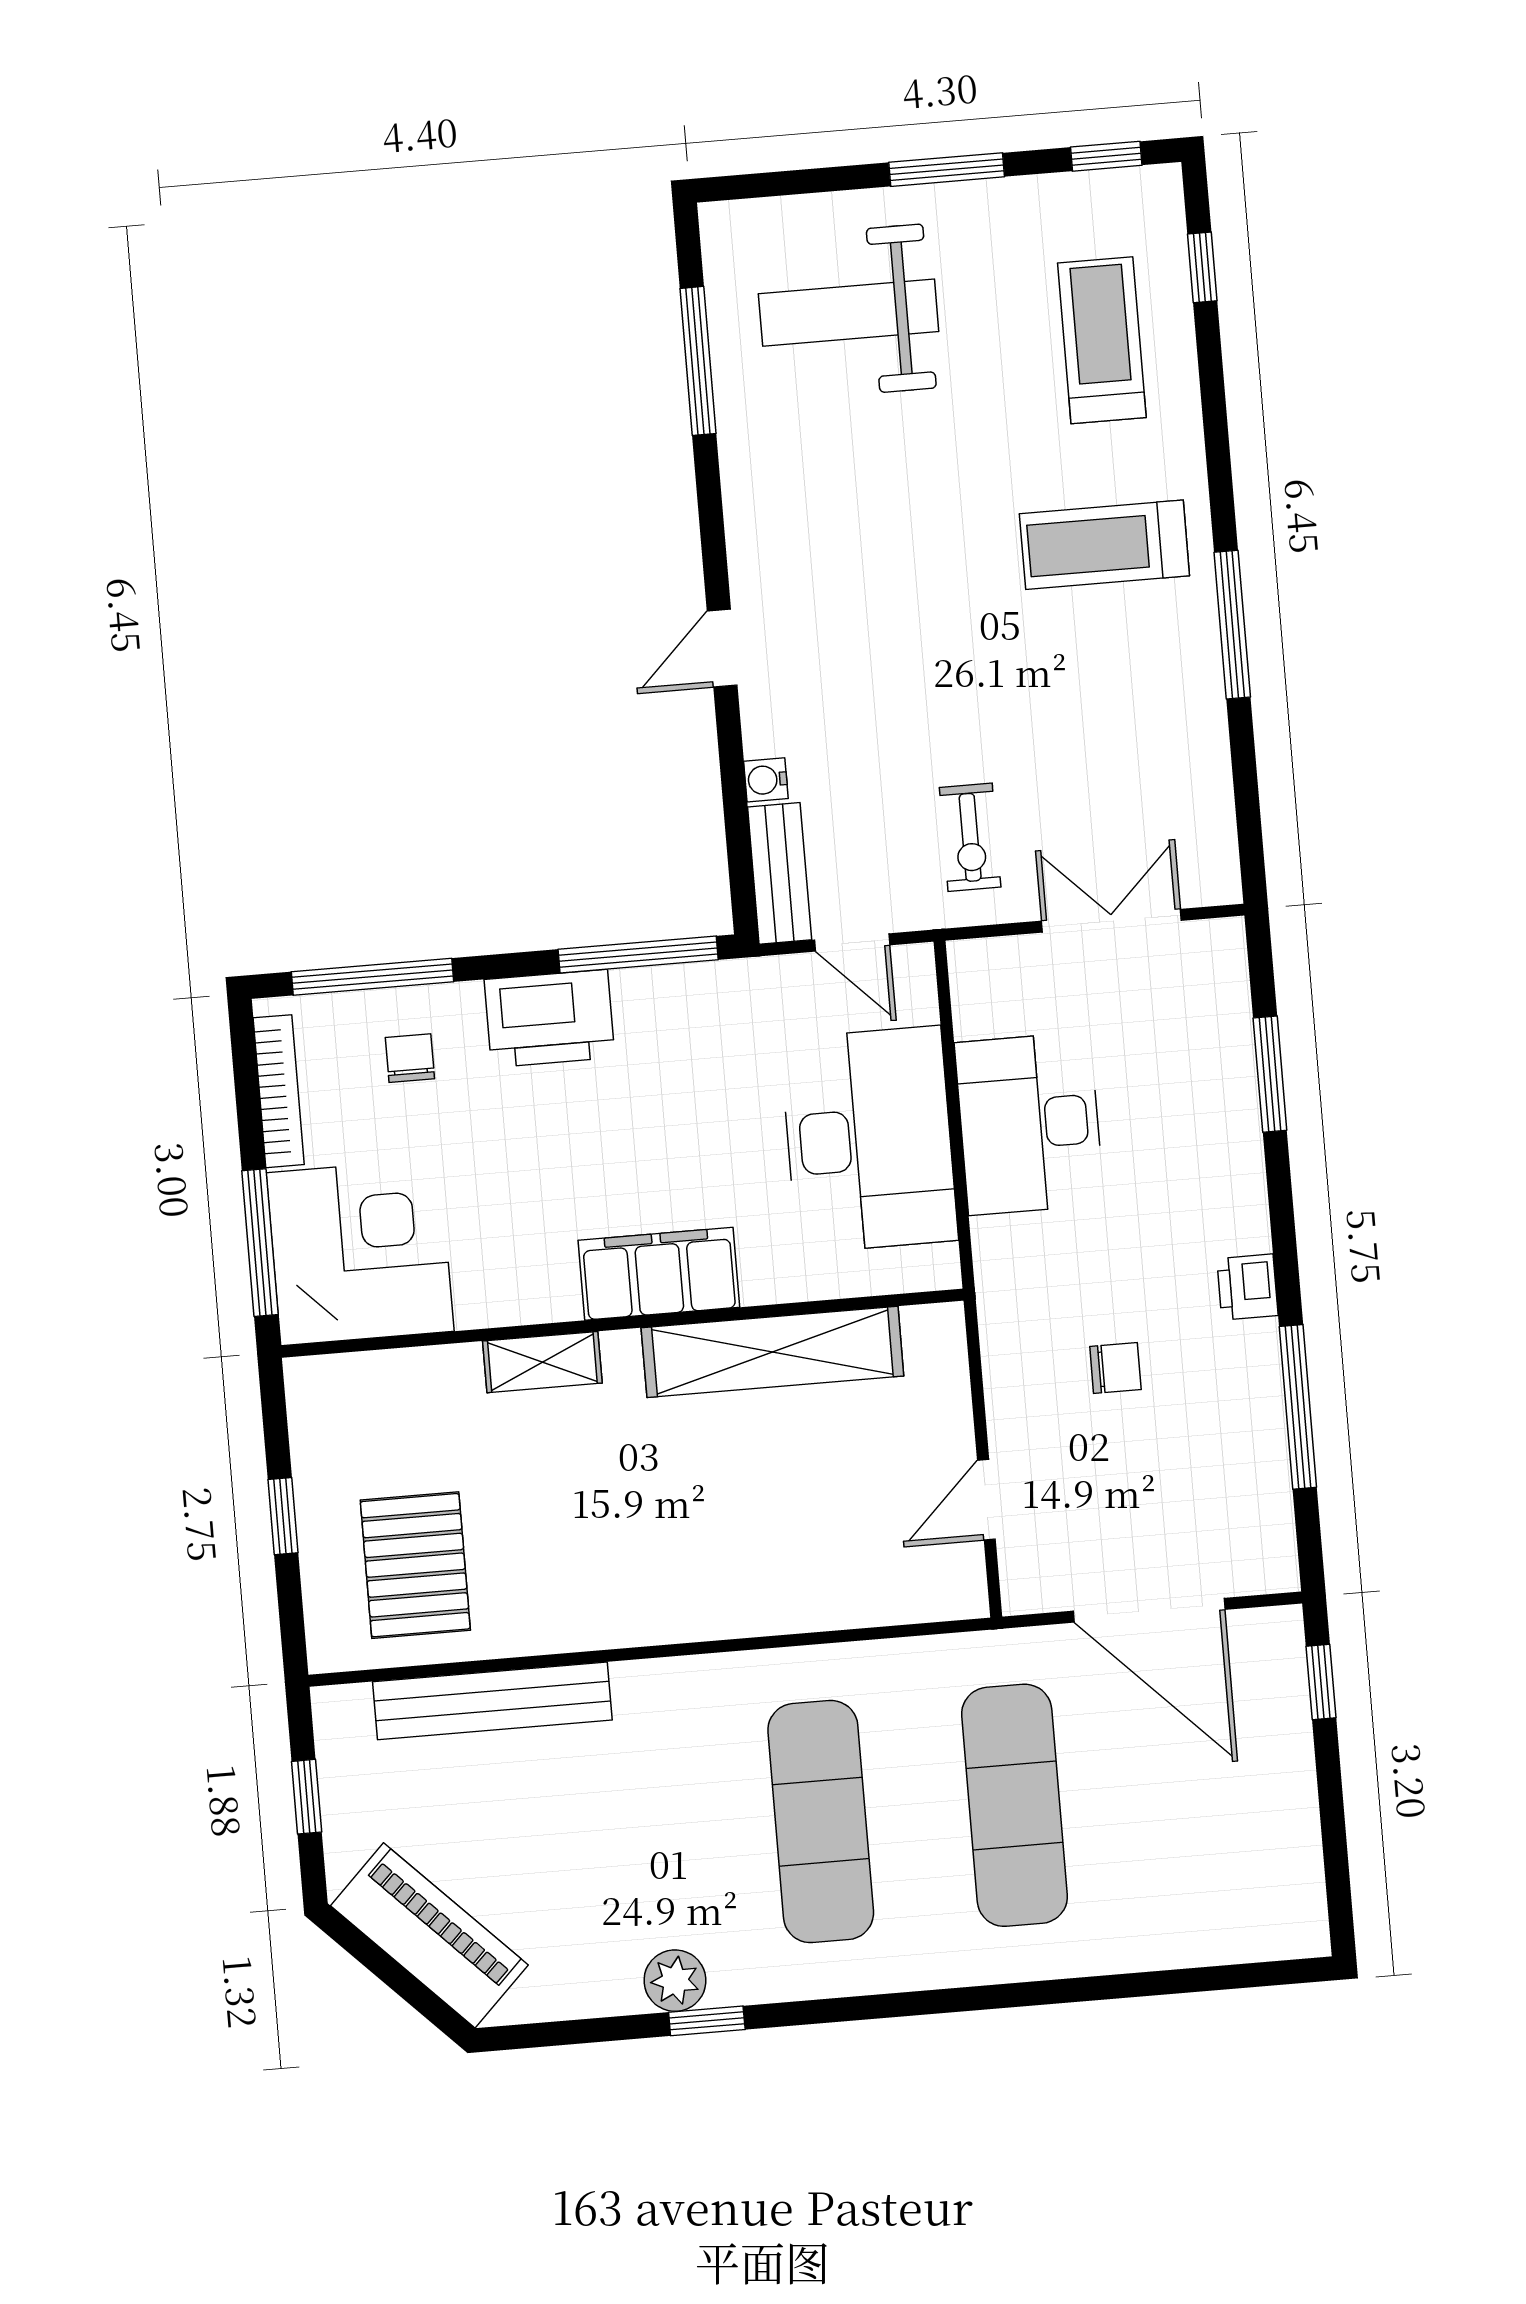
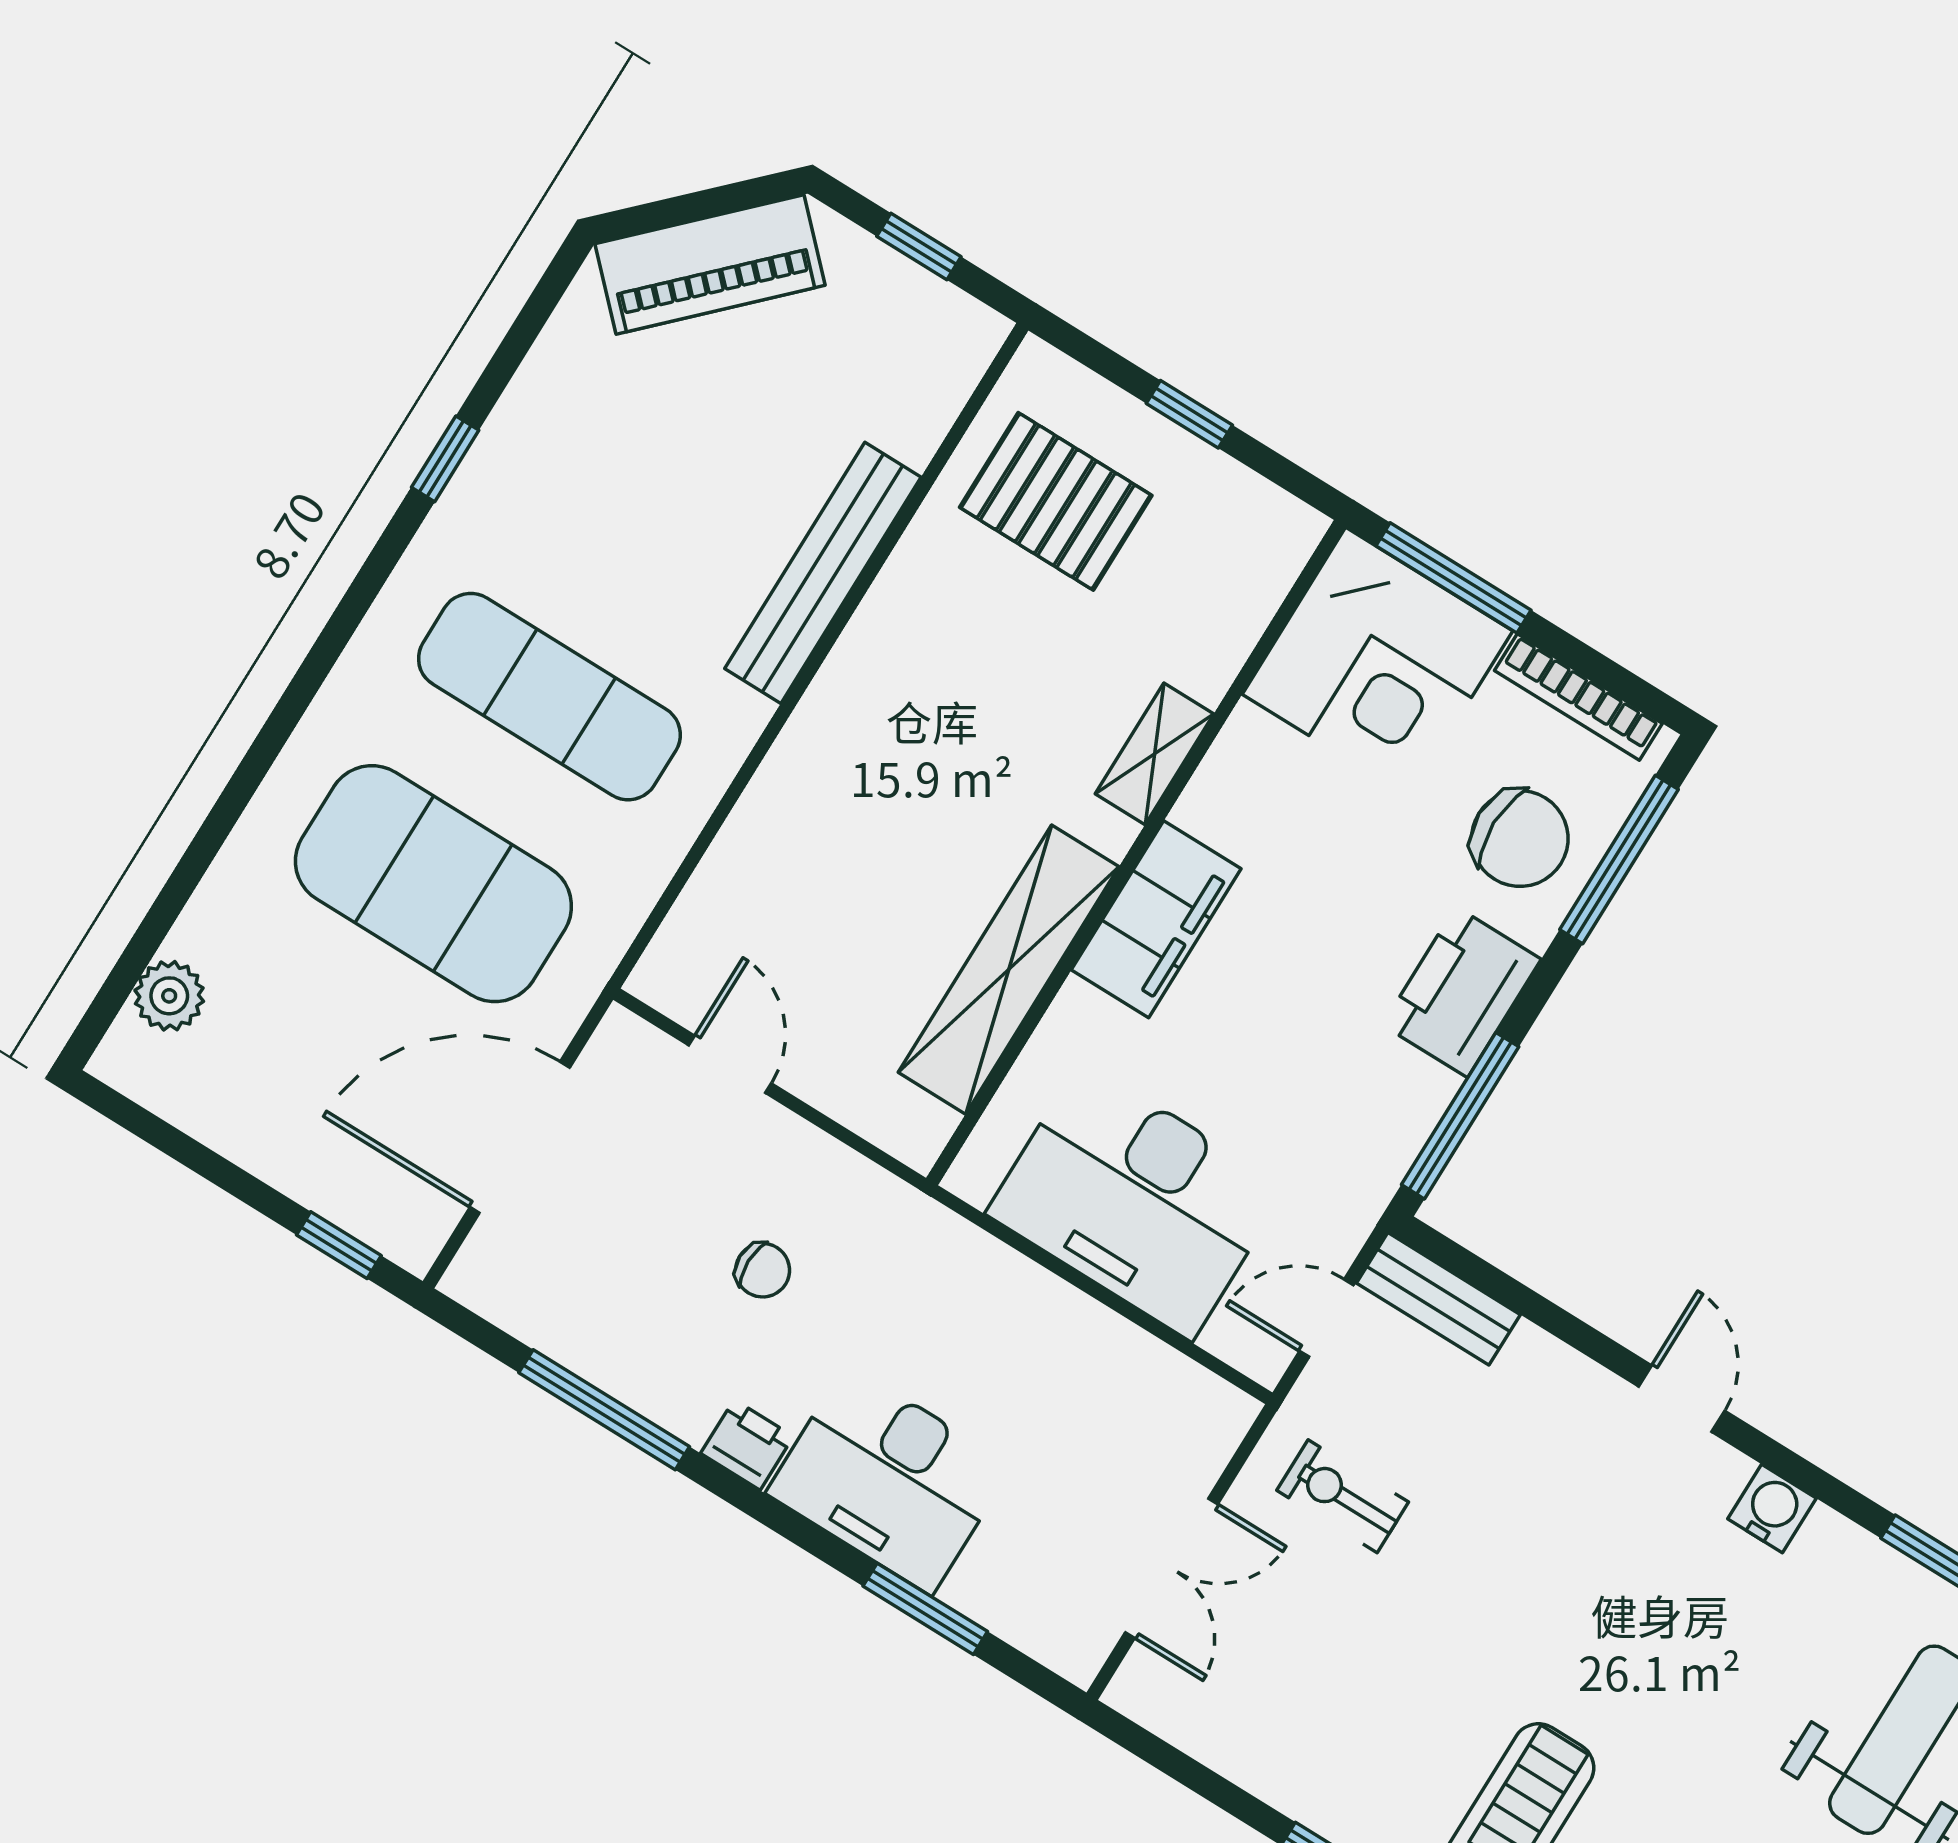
water cooler: (766, 780) -> (1772, 1509), moved, width x1.38, depth x1.38
chair: (410, 1058) -> (1520, 839), width x1.87, depth x1.87
desk: (1029, 1124) -> (889, 1479), moved, turned 180
chair: (1115, 1368) -> (763, 1270), turned -90
bench: (492, 1701) -> (823, 573), moved
exercise mat: (1015, 1805) -> (433, 884), width x1.47
plant: (675, 1981) -> (169, 996), moved

